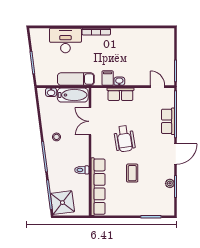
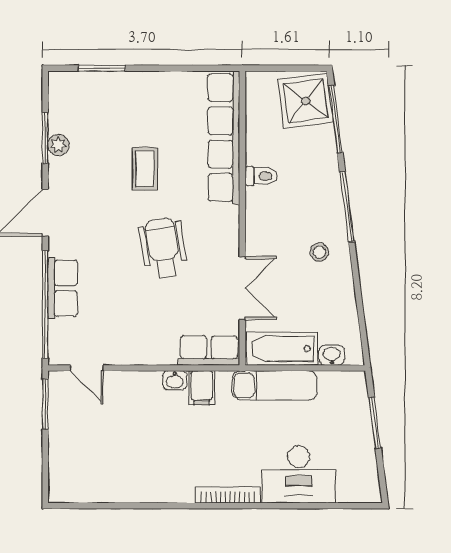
row of seats: (120, 94) -> (209, 351), moved

